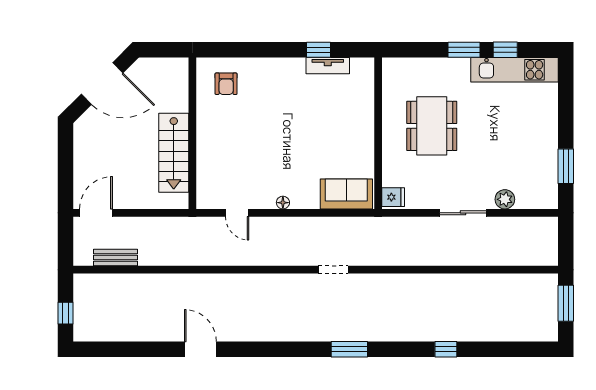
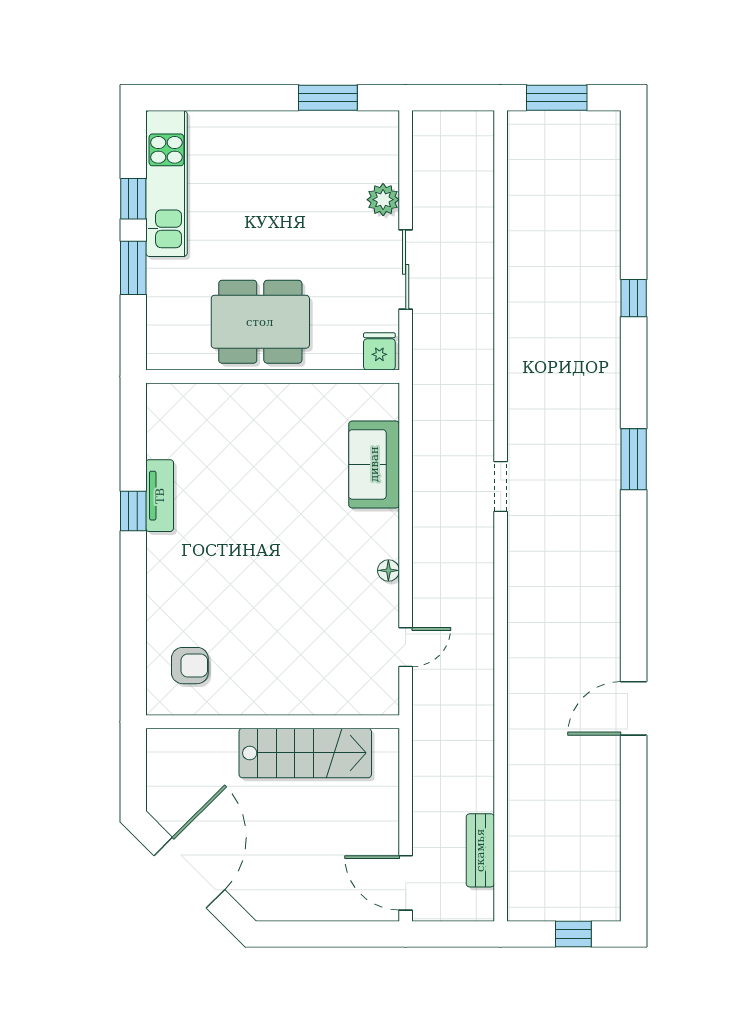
wall: (378, 133) -> (273, 376), moved
fridge: (393, 197) -> (379, 351), moved

